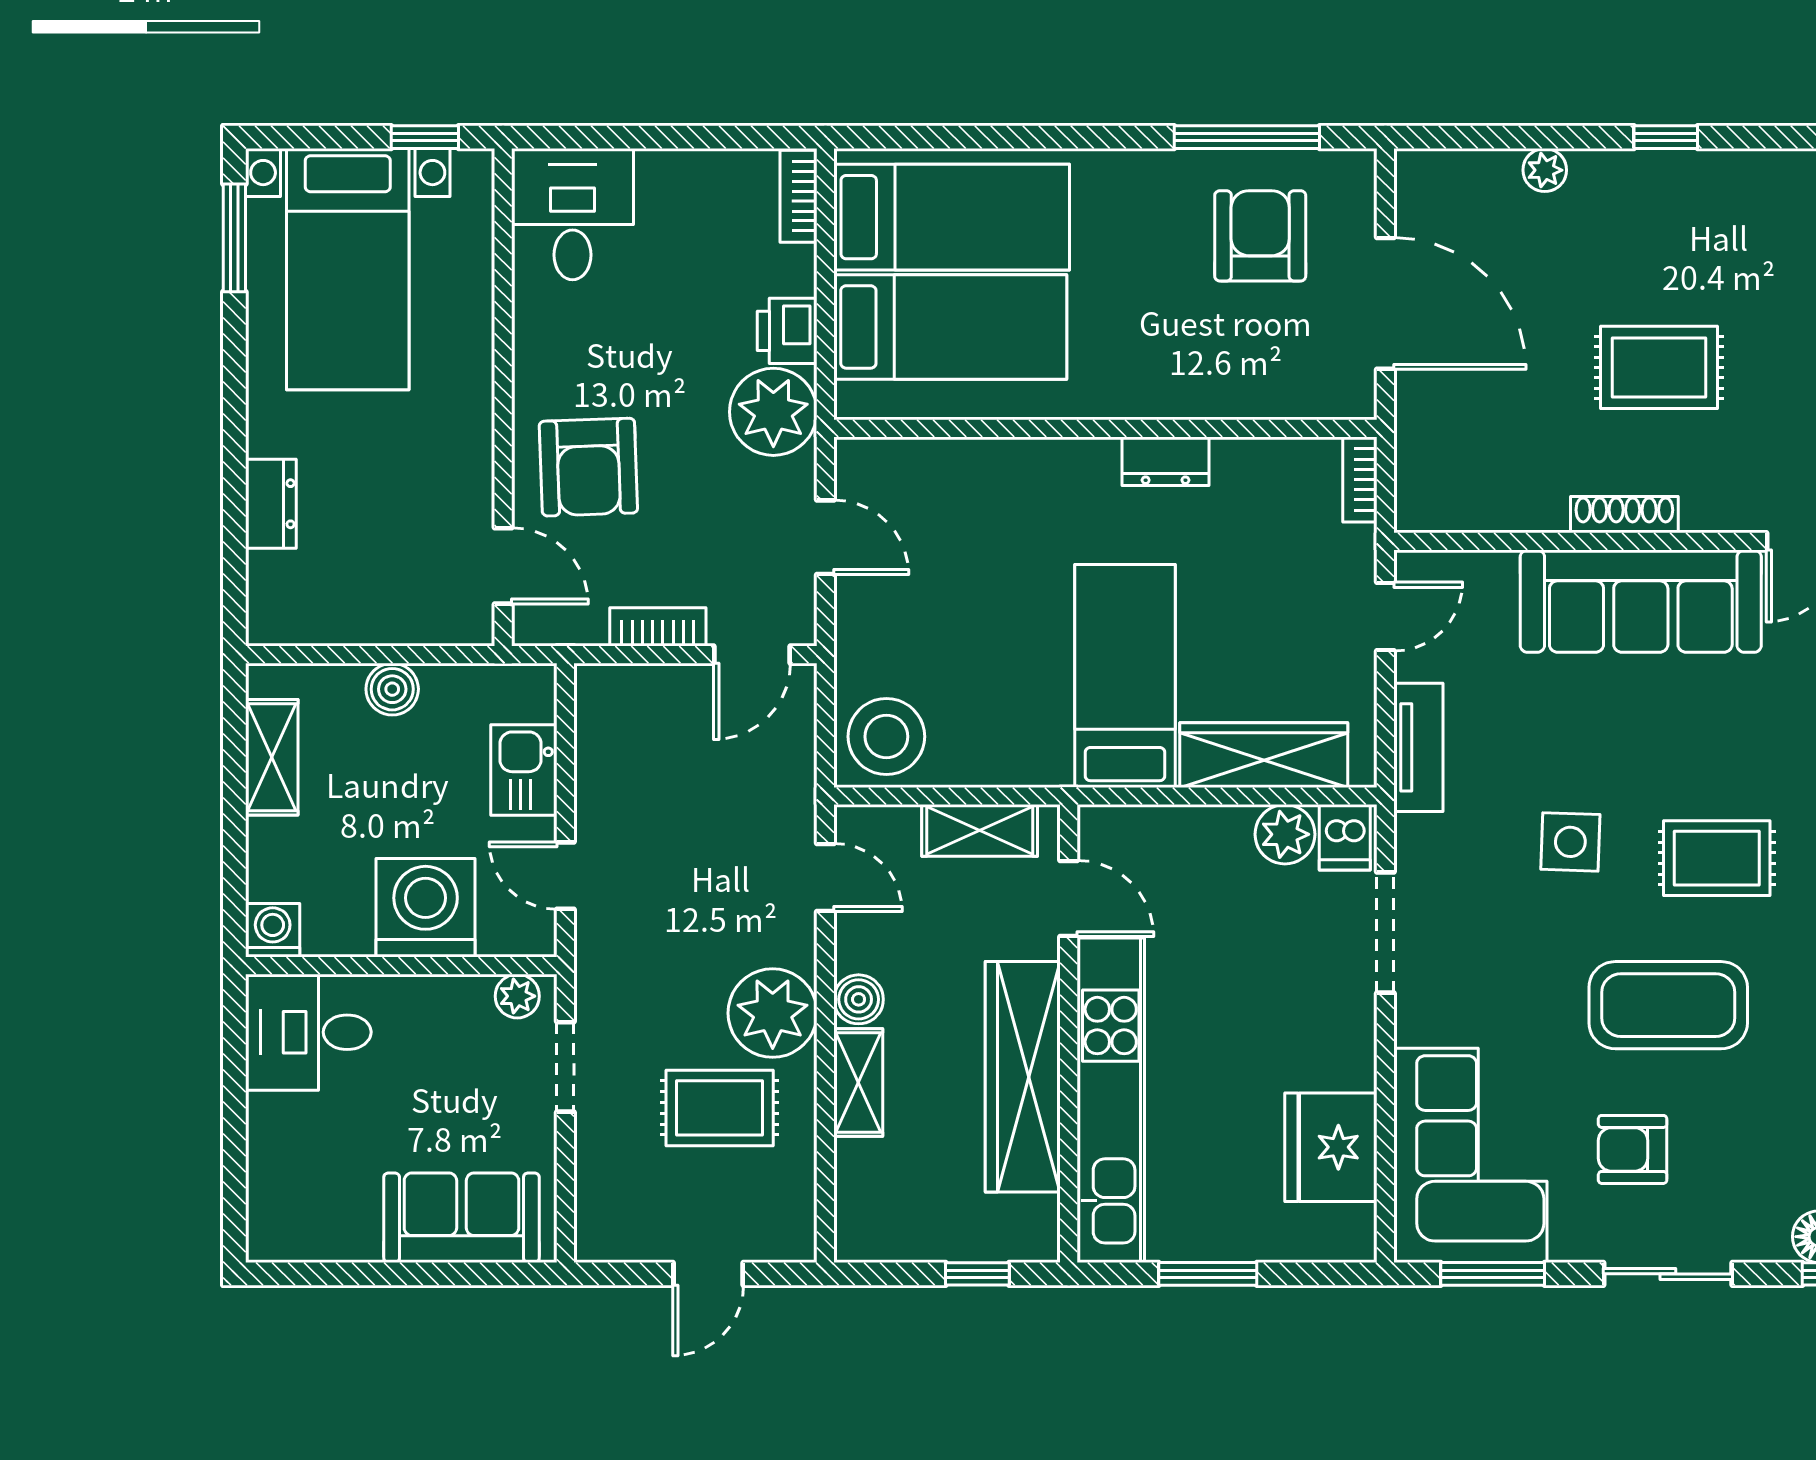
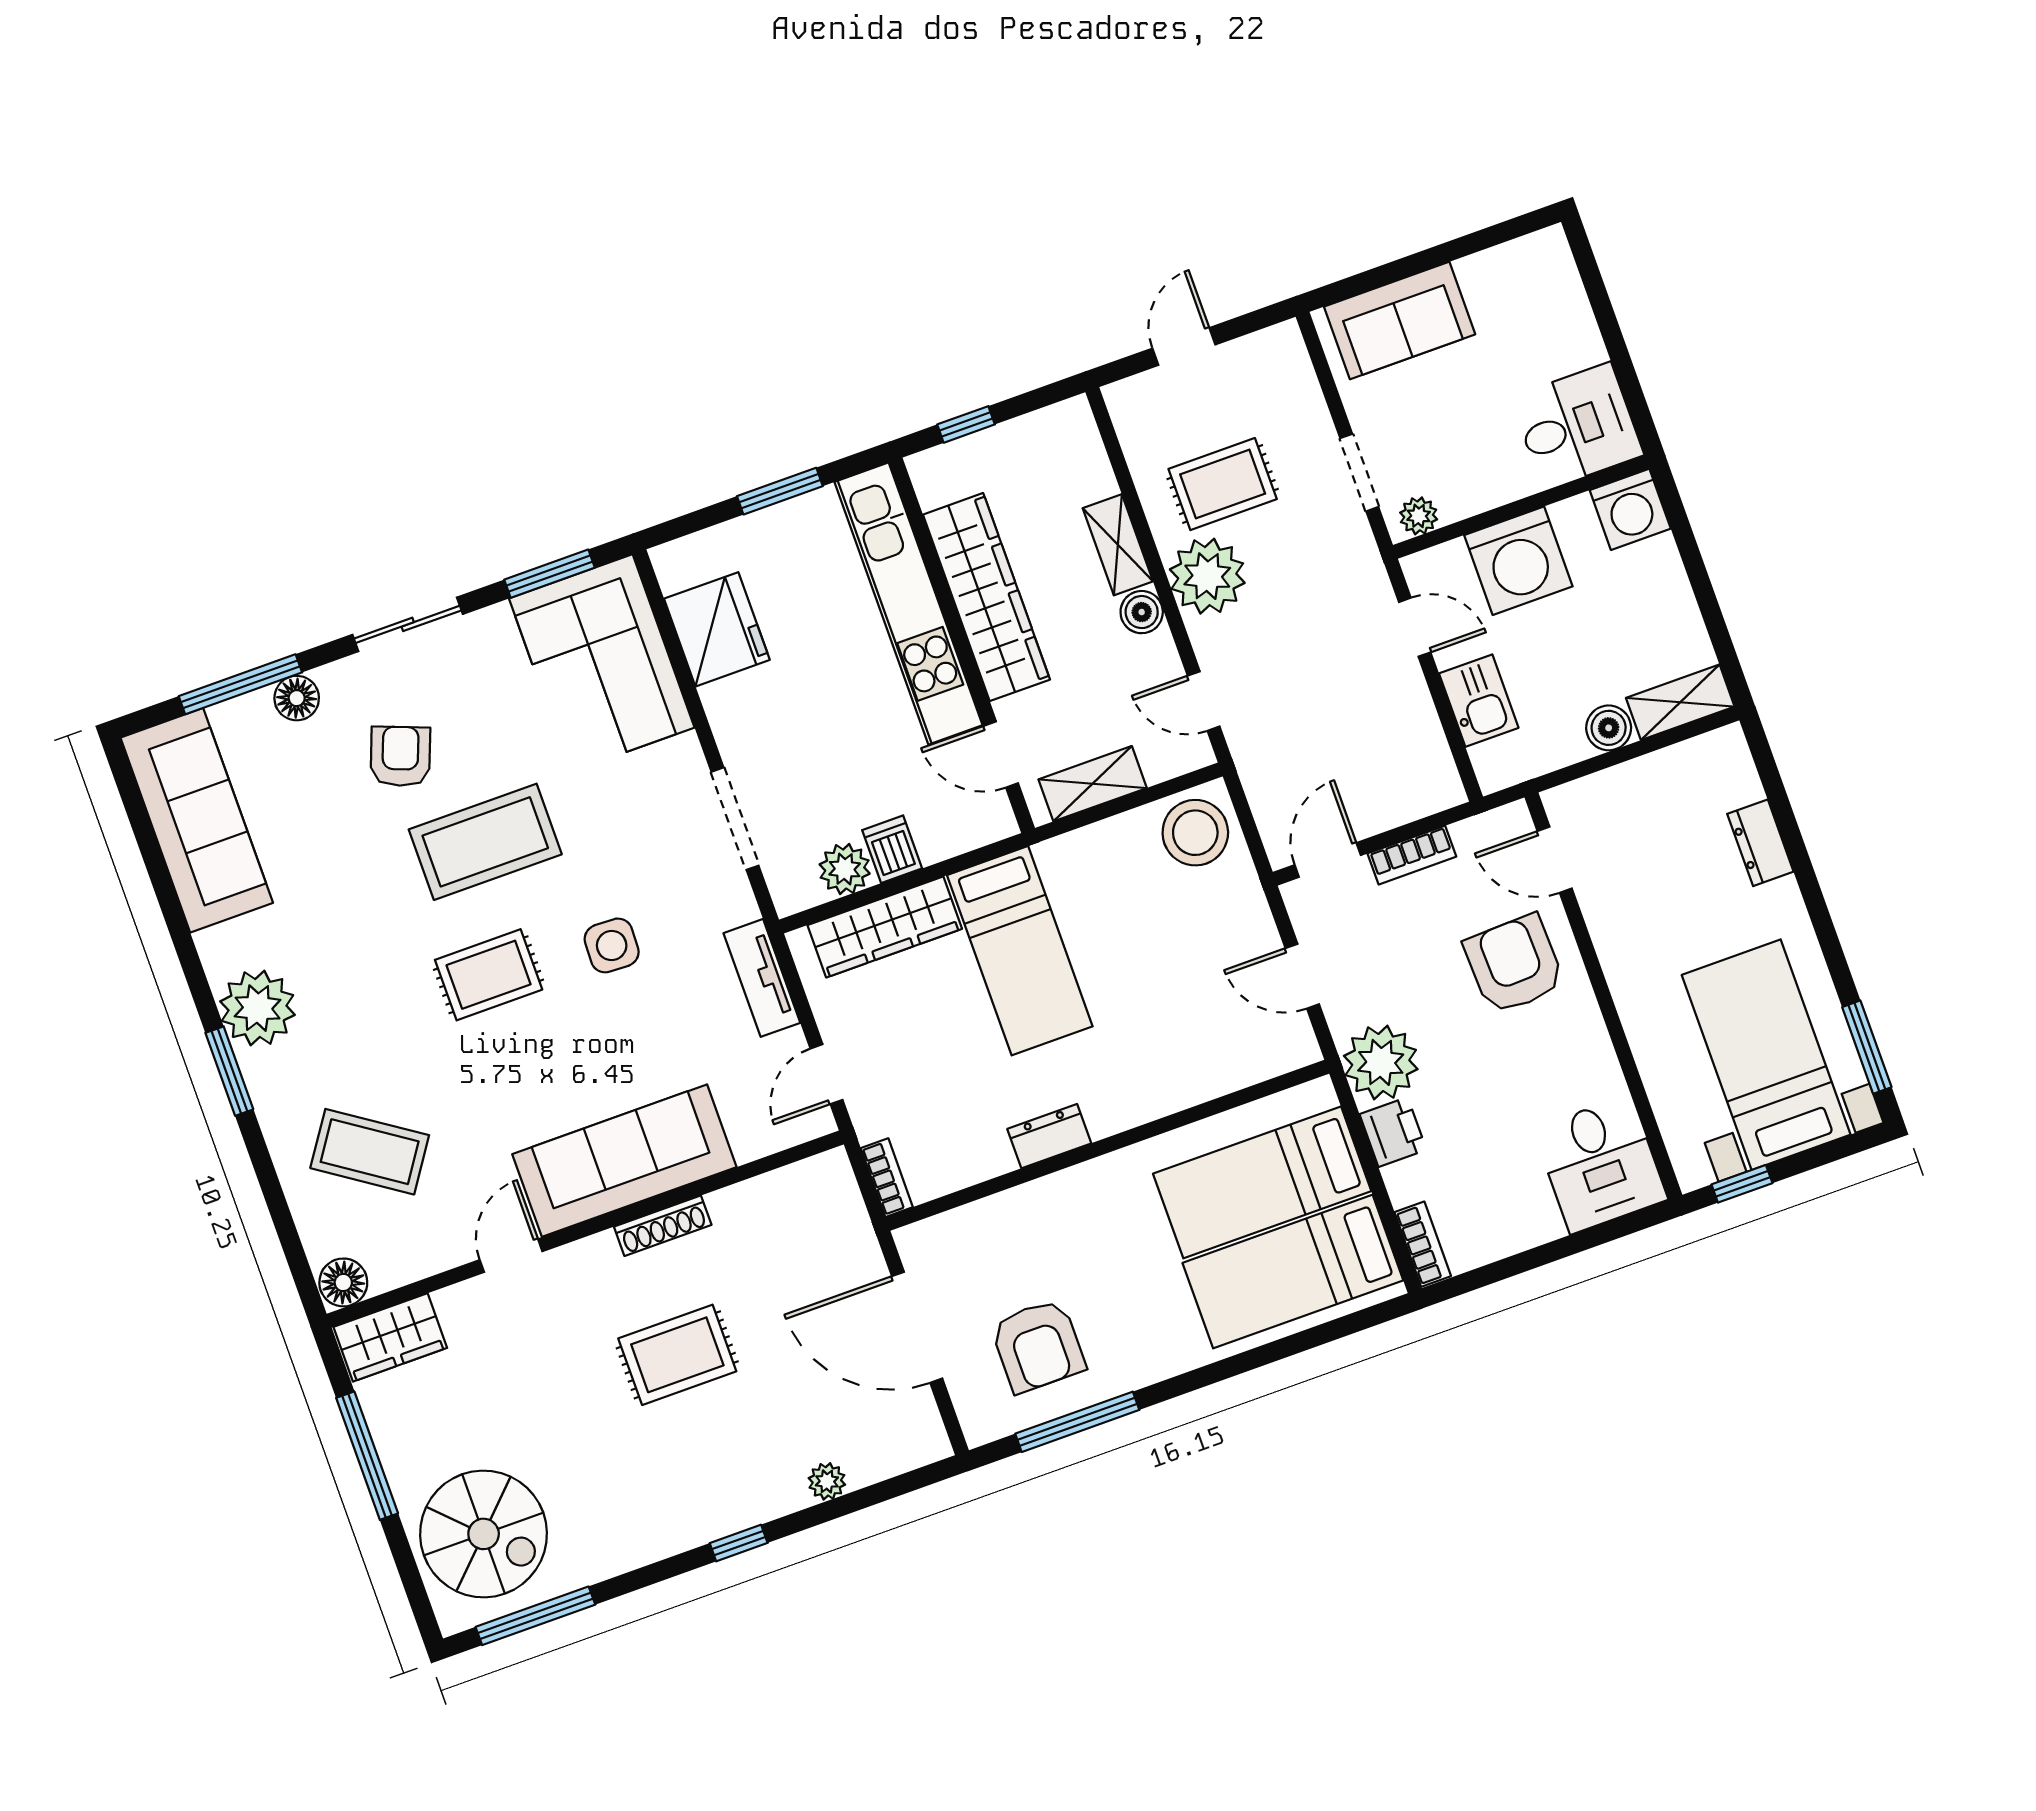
shelving: (272, 757) -> (1680, 702), moved, turned 90
dishwasher: (1345, 837) -> (892, 849), moved
washing machine: (273, 930) -> (1630, 509), width x1.38, depth x1.38
armchair: (1633, 1149) -> (400, 756), moved, turned -69

